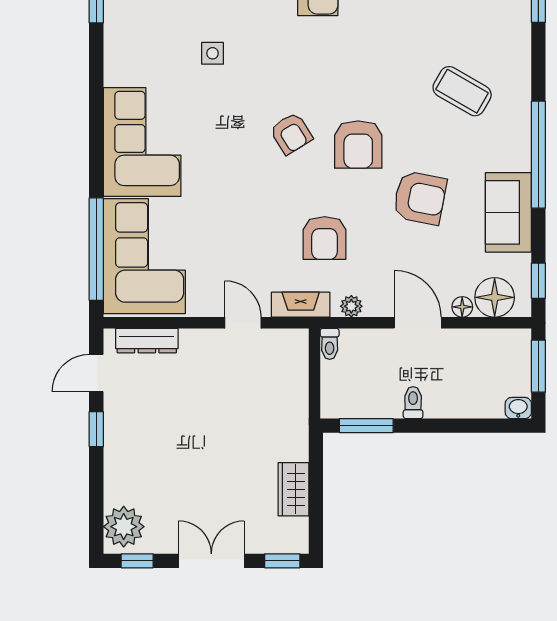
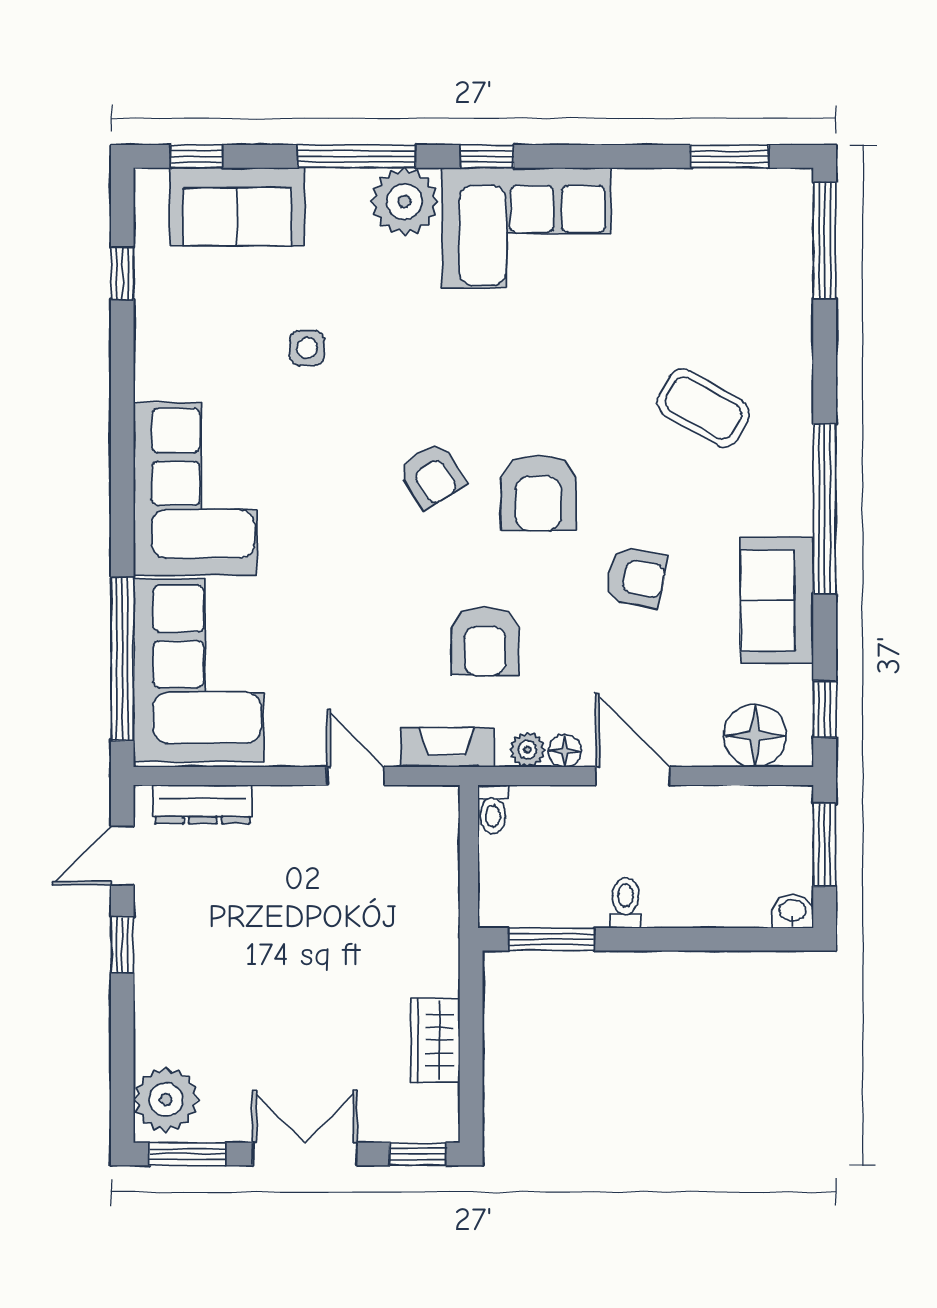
armchair: (420, 198) -> (636, 577), width x0.72, depth x0.72
floor lamp: (462, 307) -> (565, 751), moved
window: (137, 561) -> (187, 1154), width x1.50

